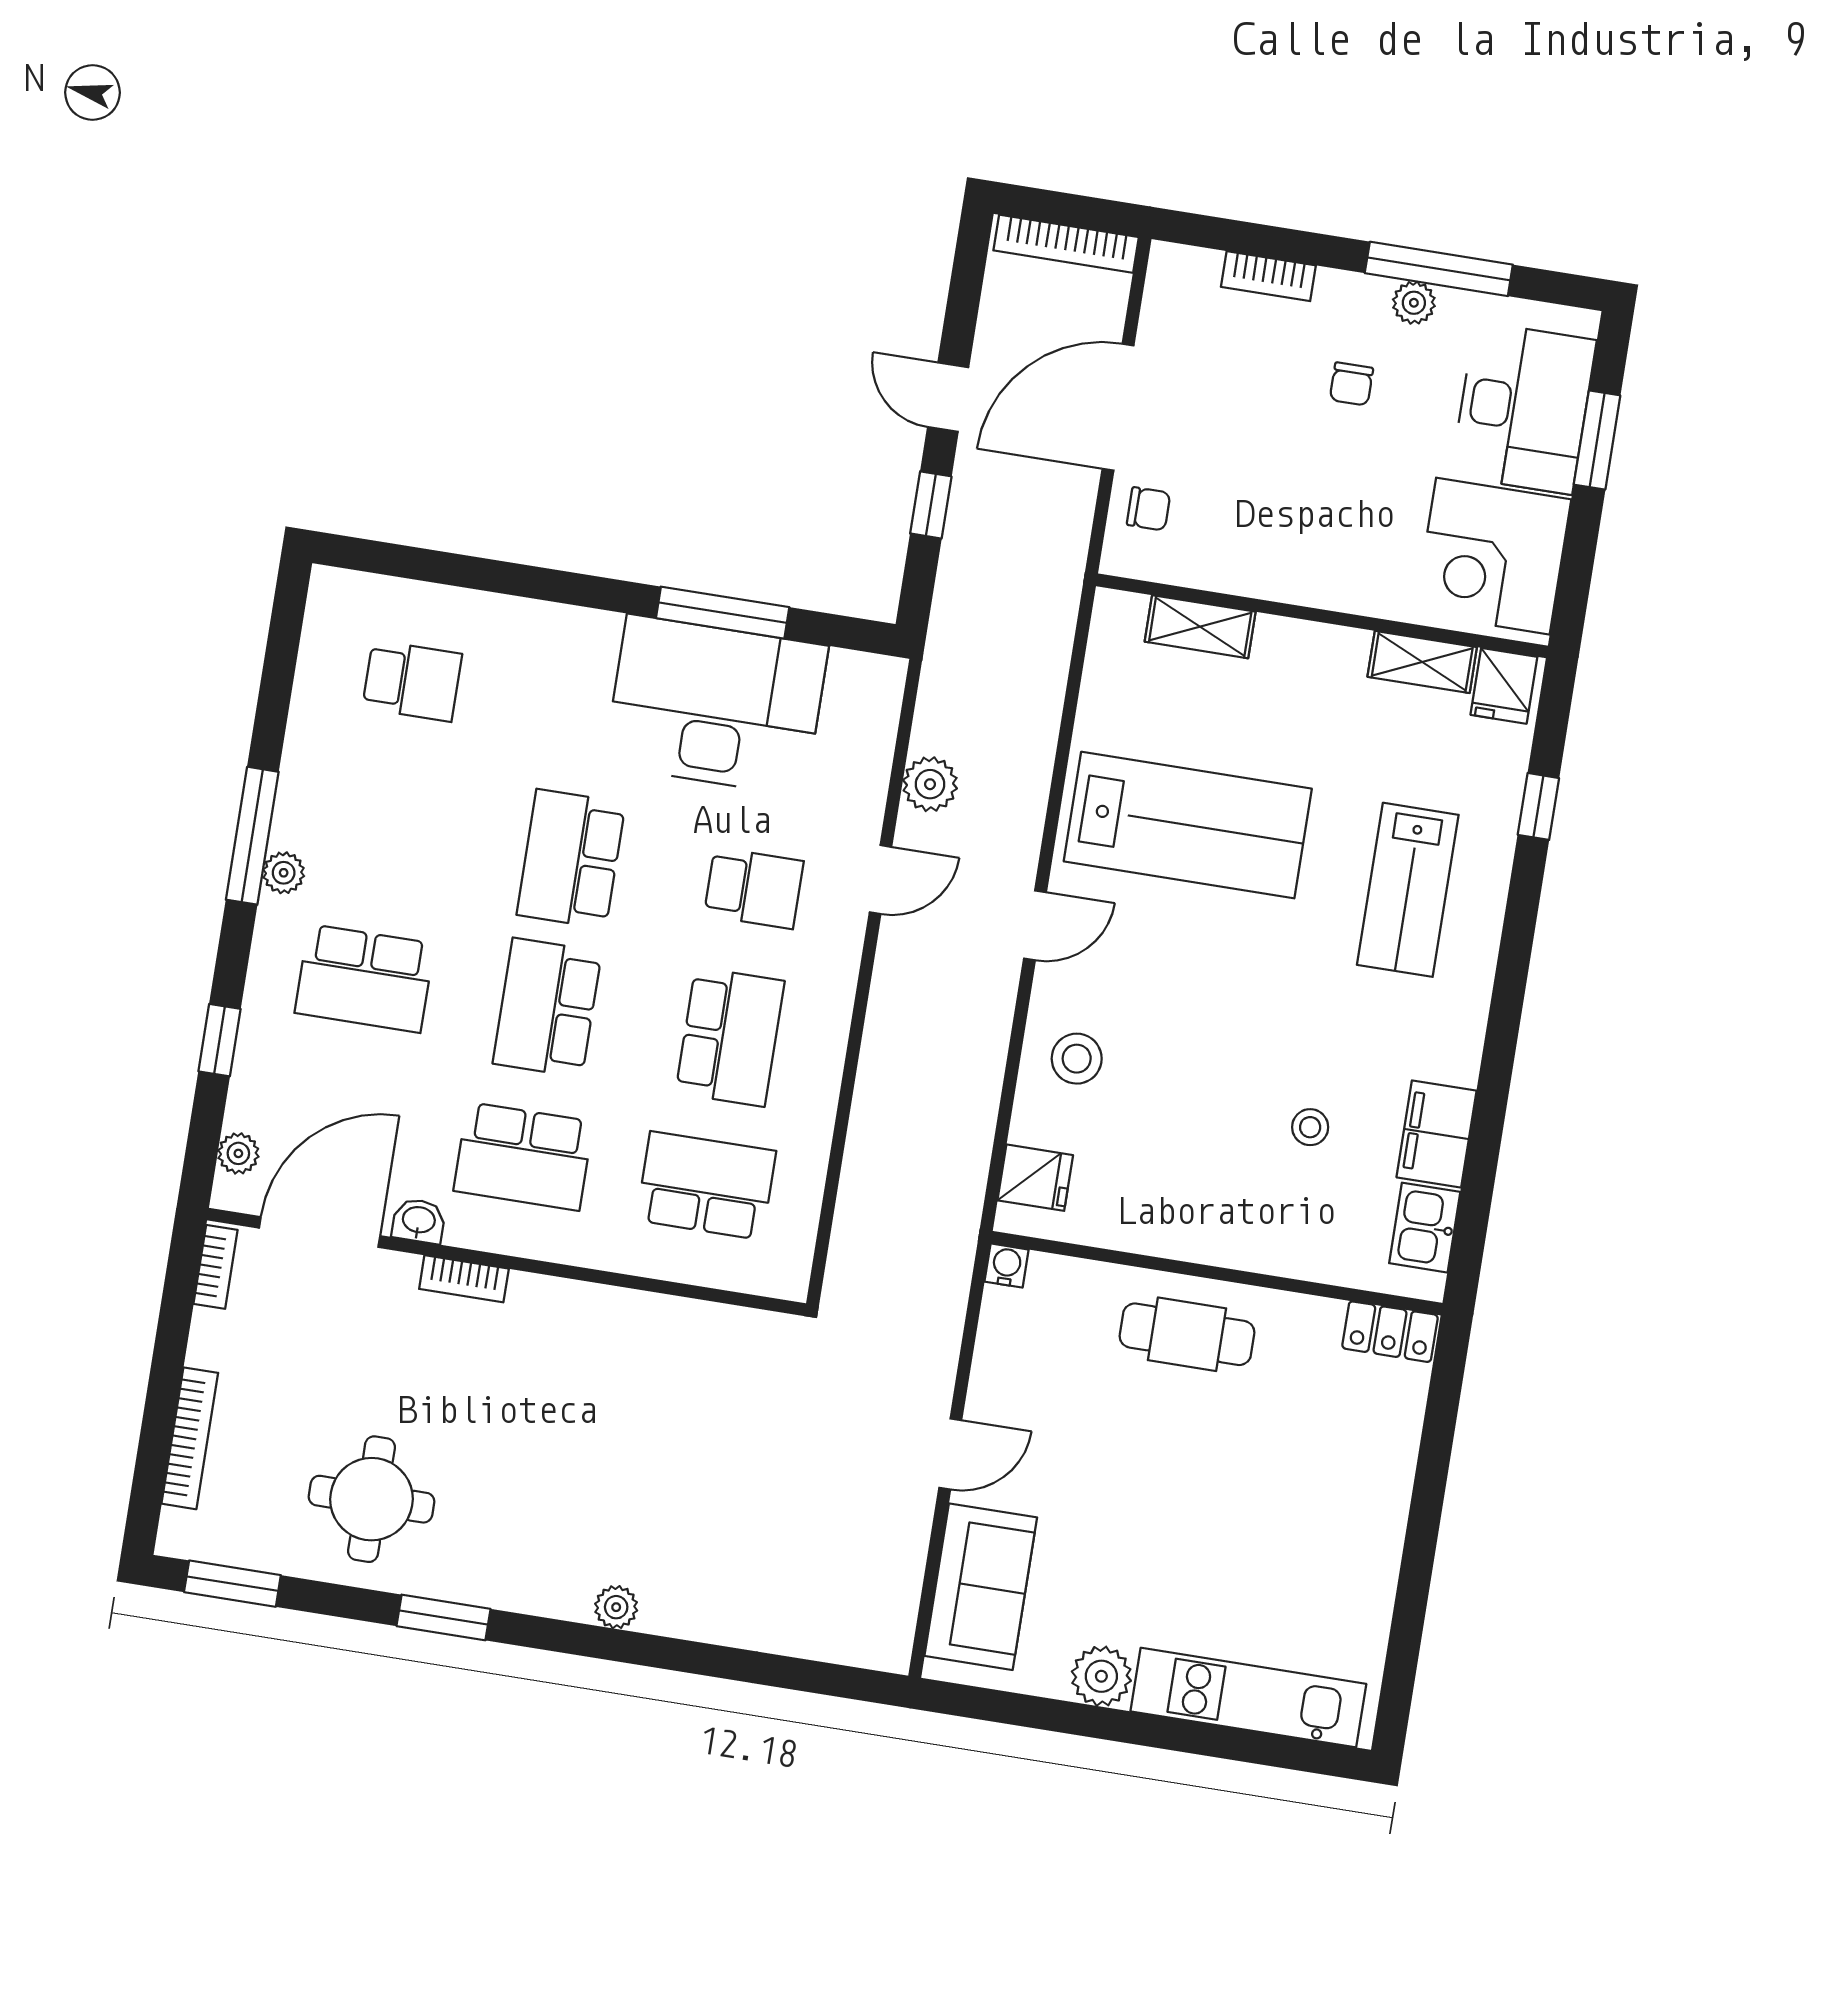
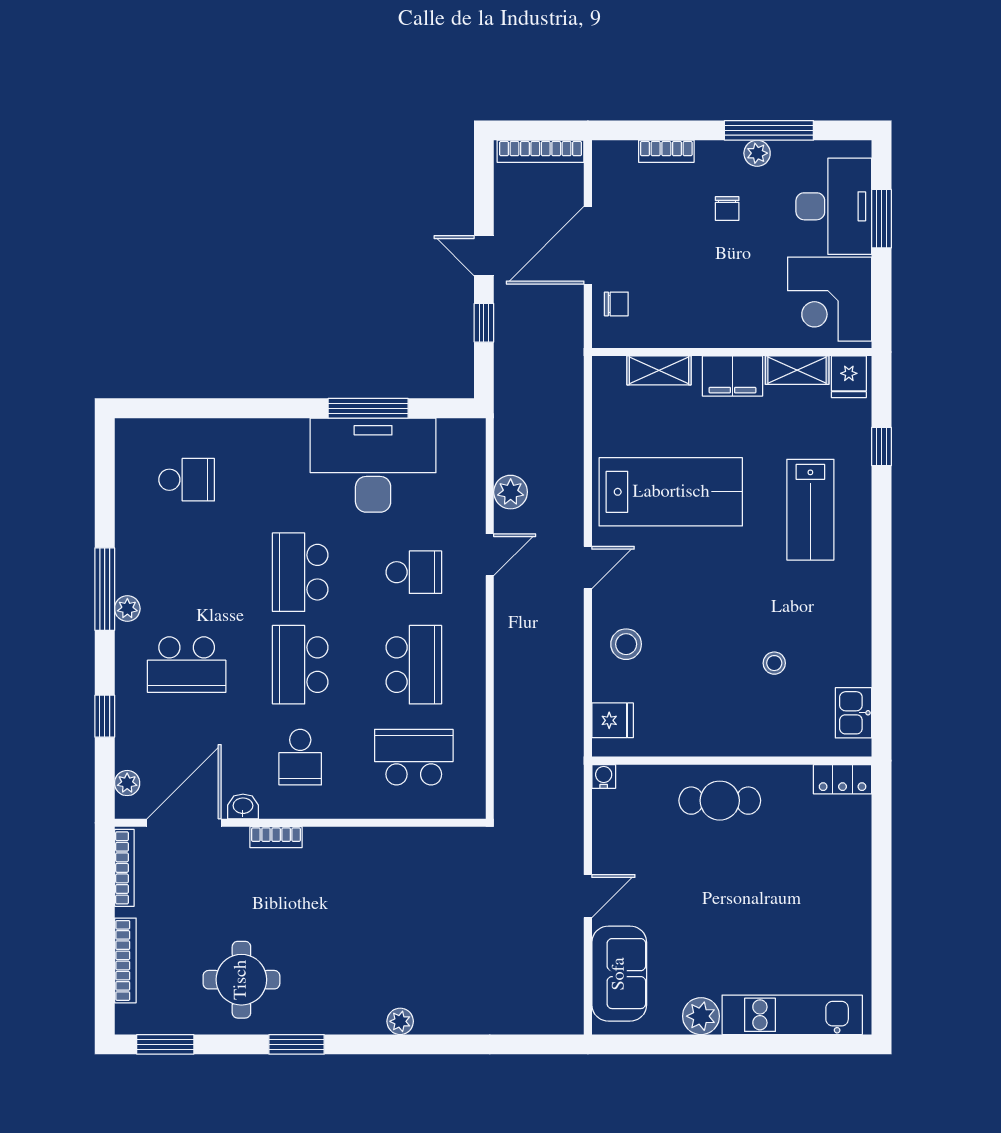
filing cabinet: (1437, 1134) -> (732, 376), moved, turned -90
school desk: (523, 1156) -> (300, 757), width x0.54
bookcase: (216, 1267) -> (124, 868), width x1.56

